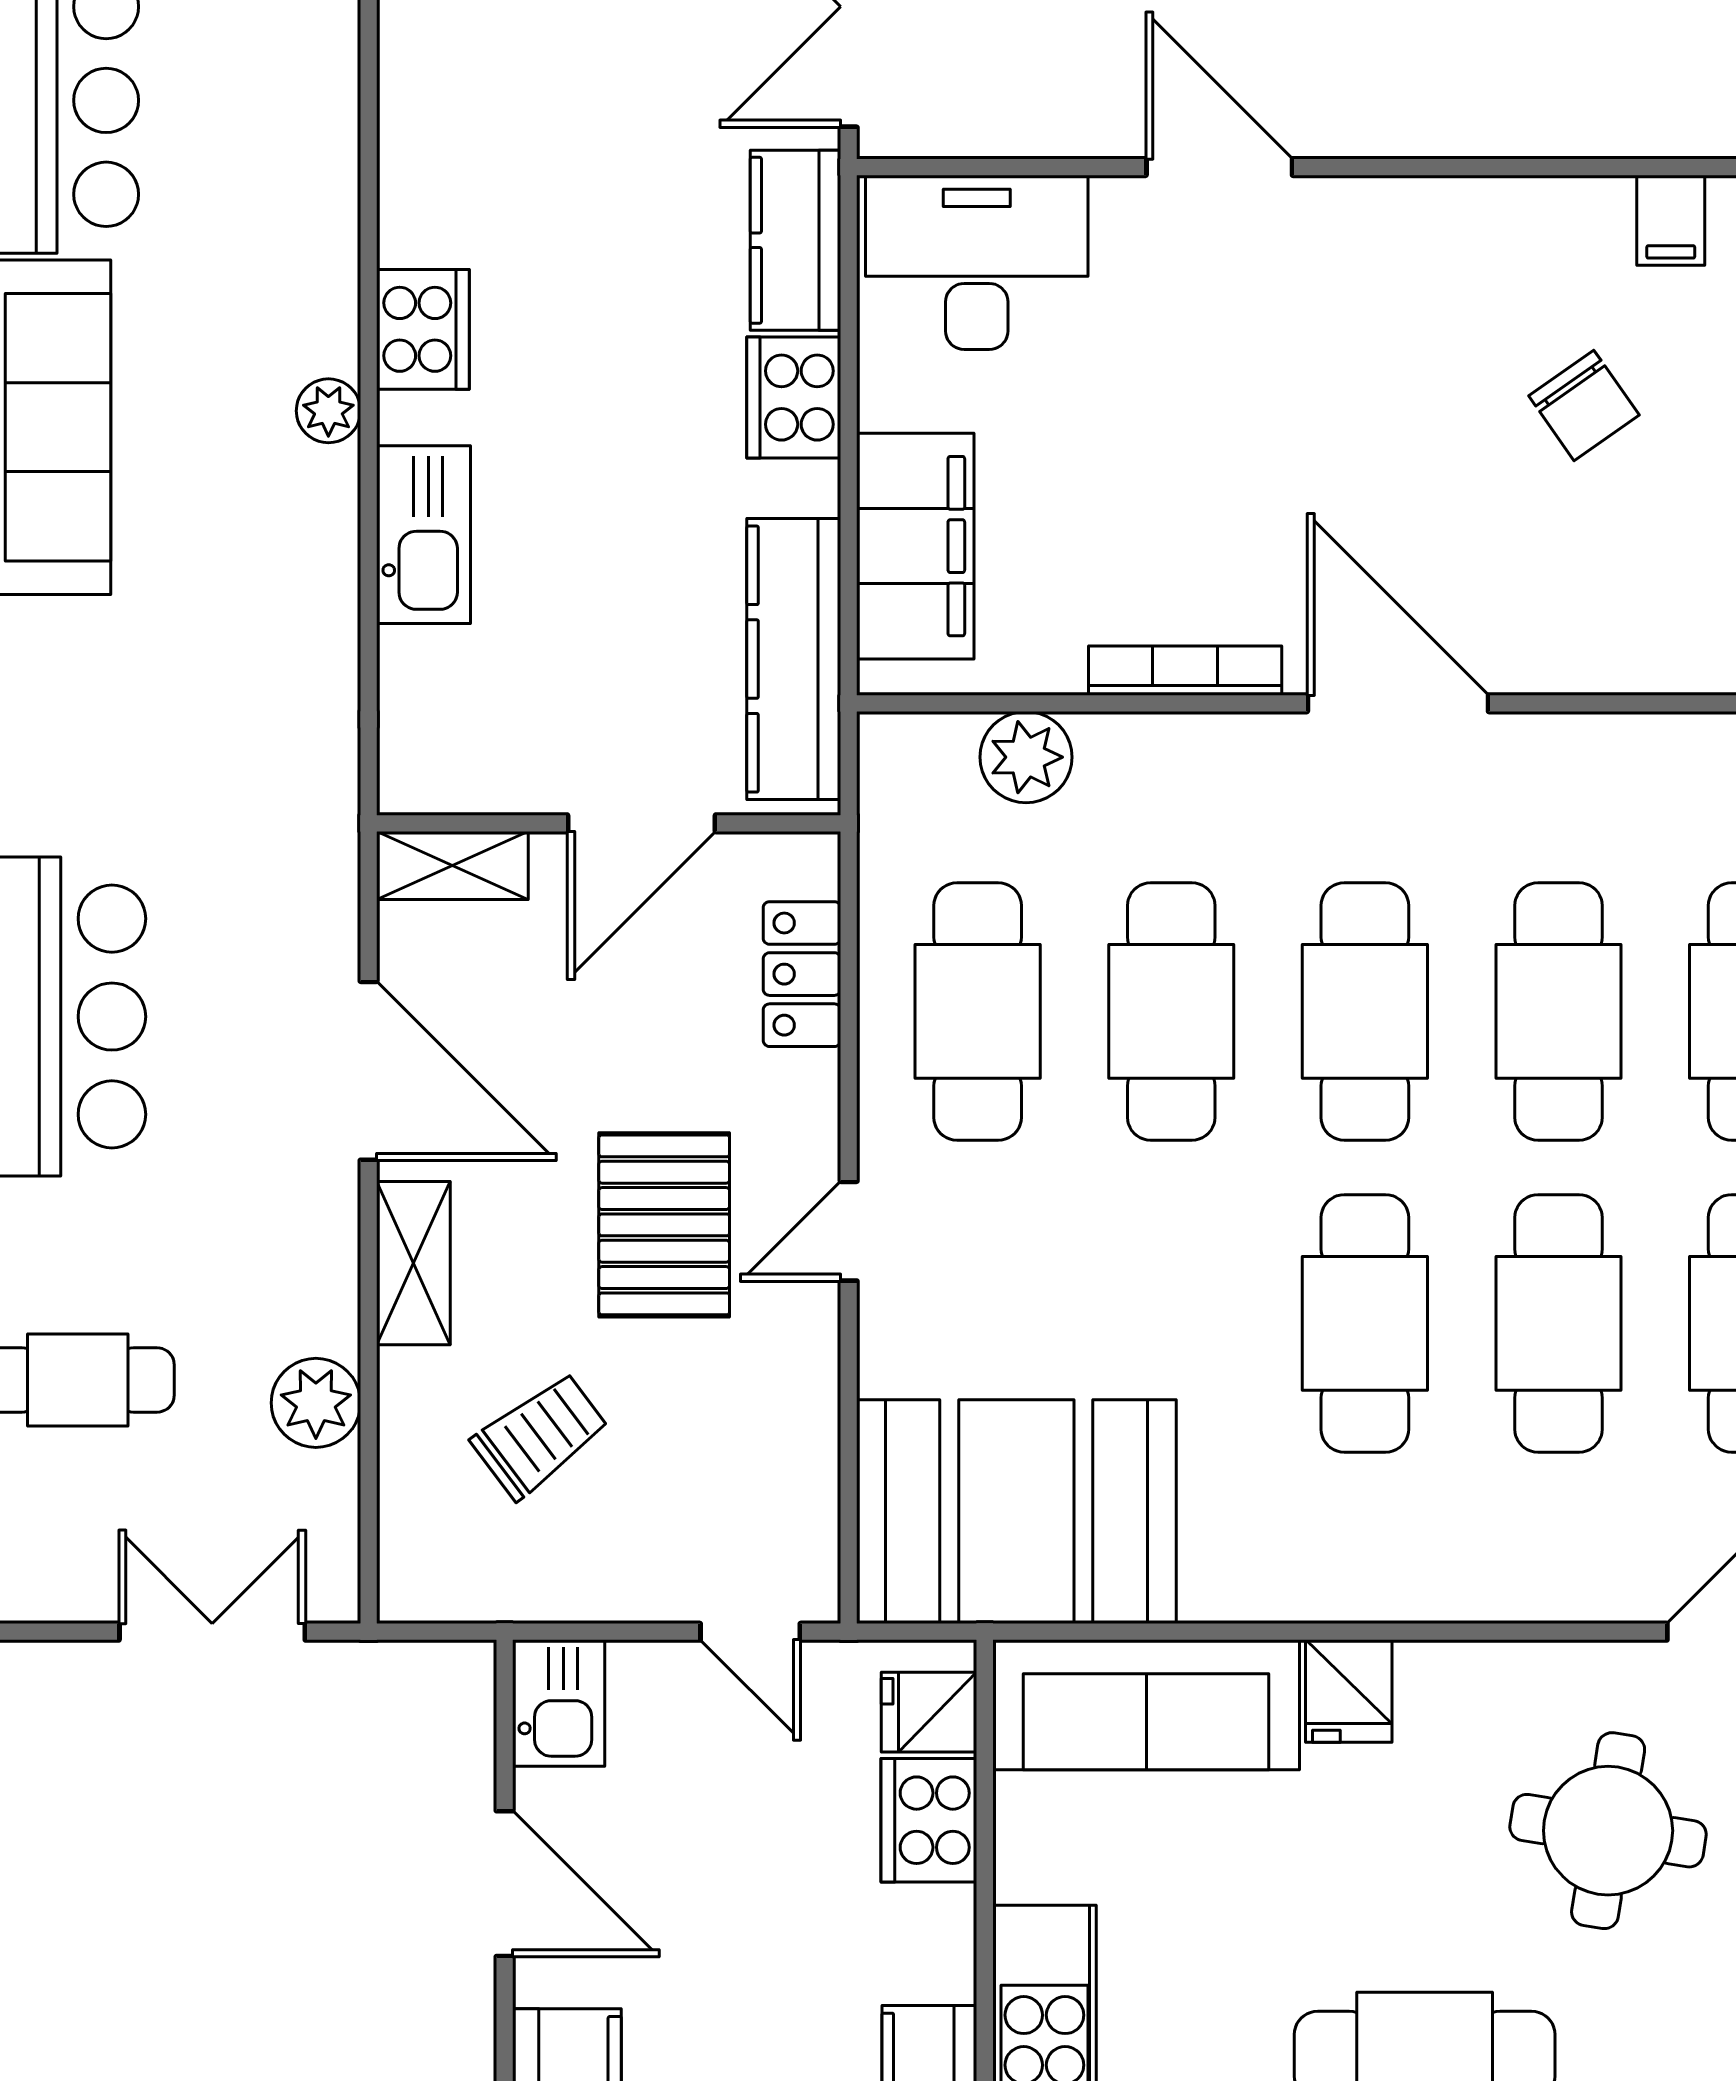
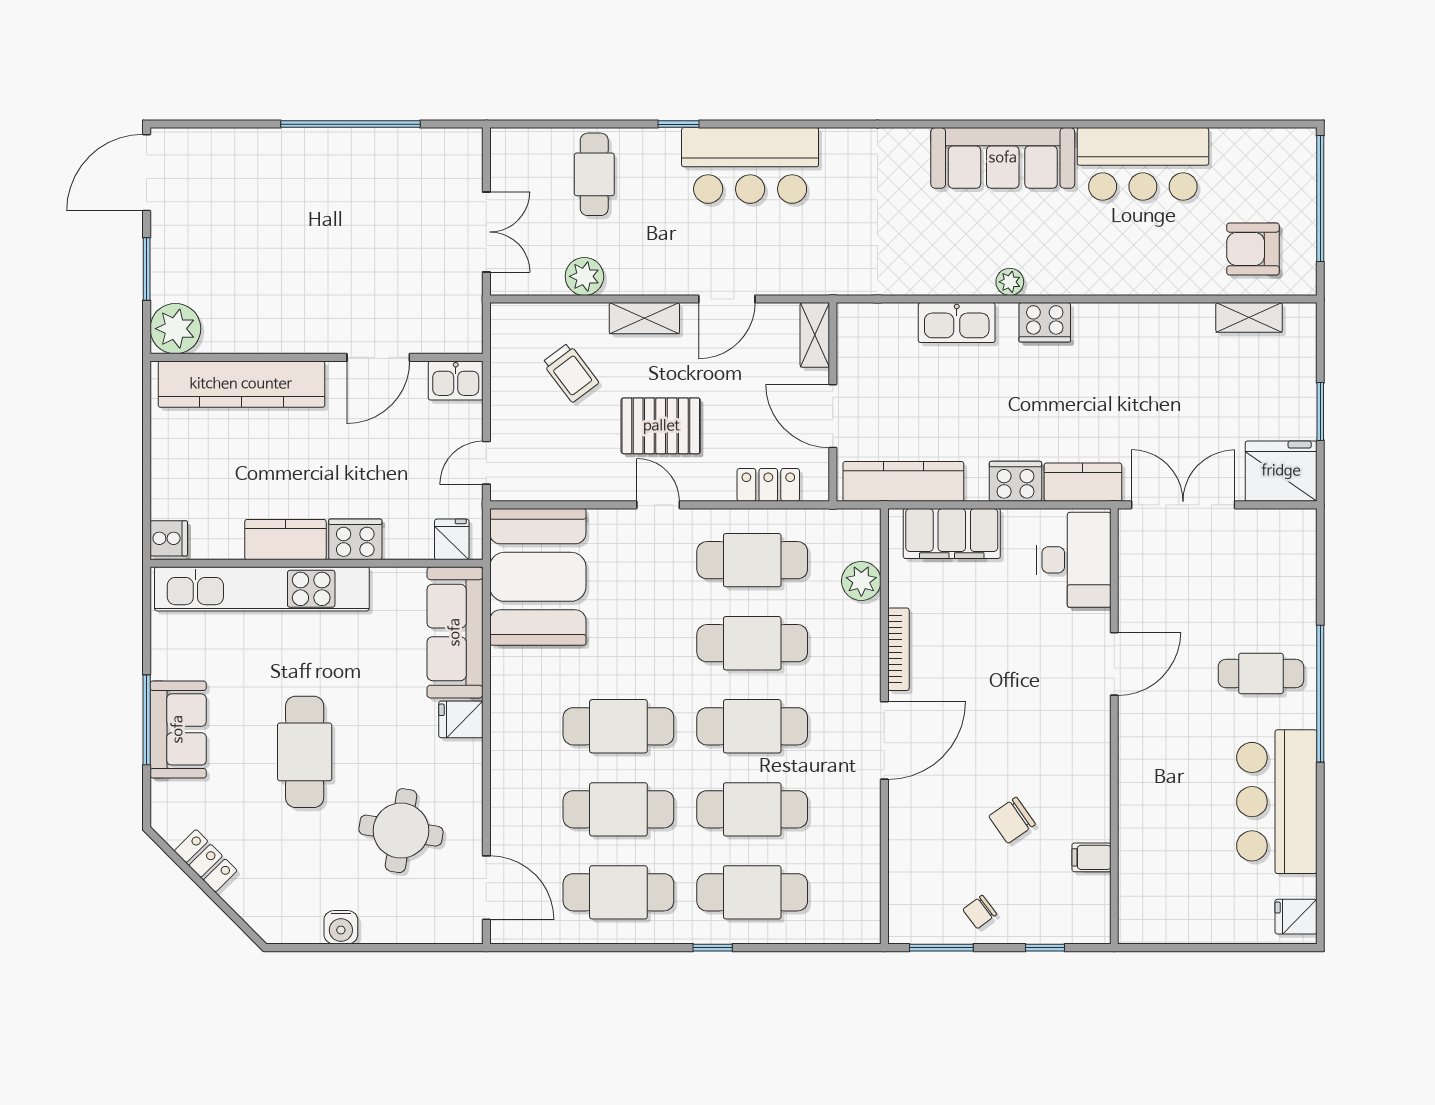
door: (369, 1071) -> (727, 299), width x0.73
cooker: (929, 1820) -> (355, 539), moved

